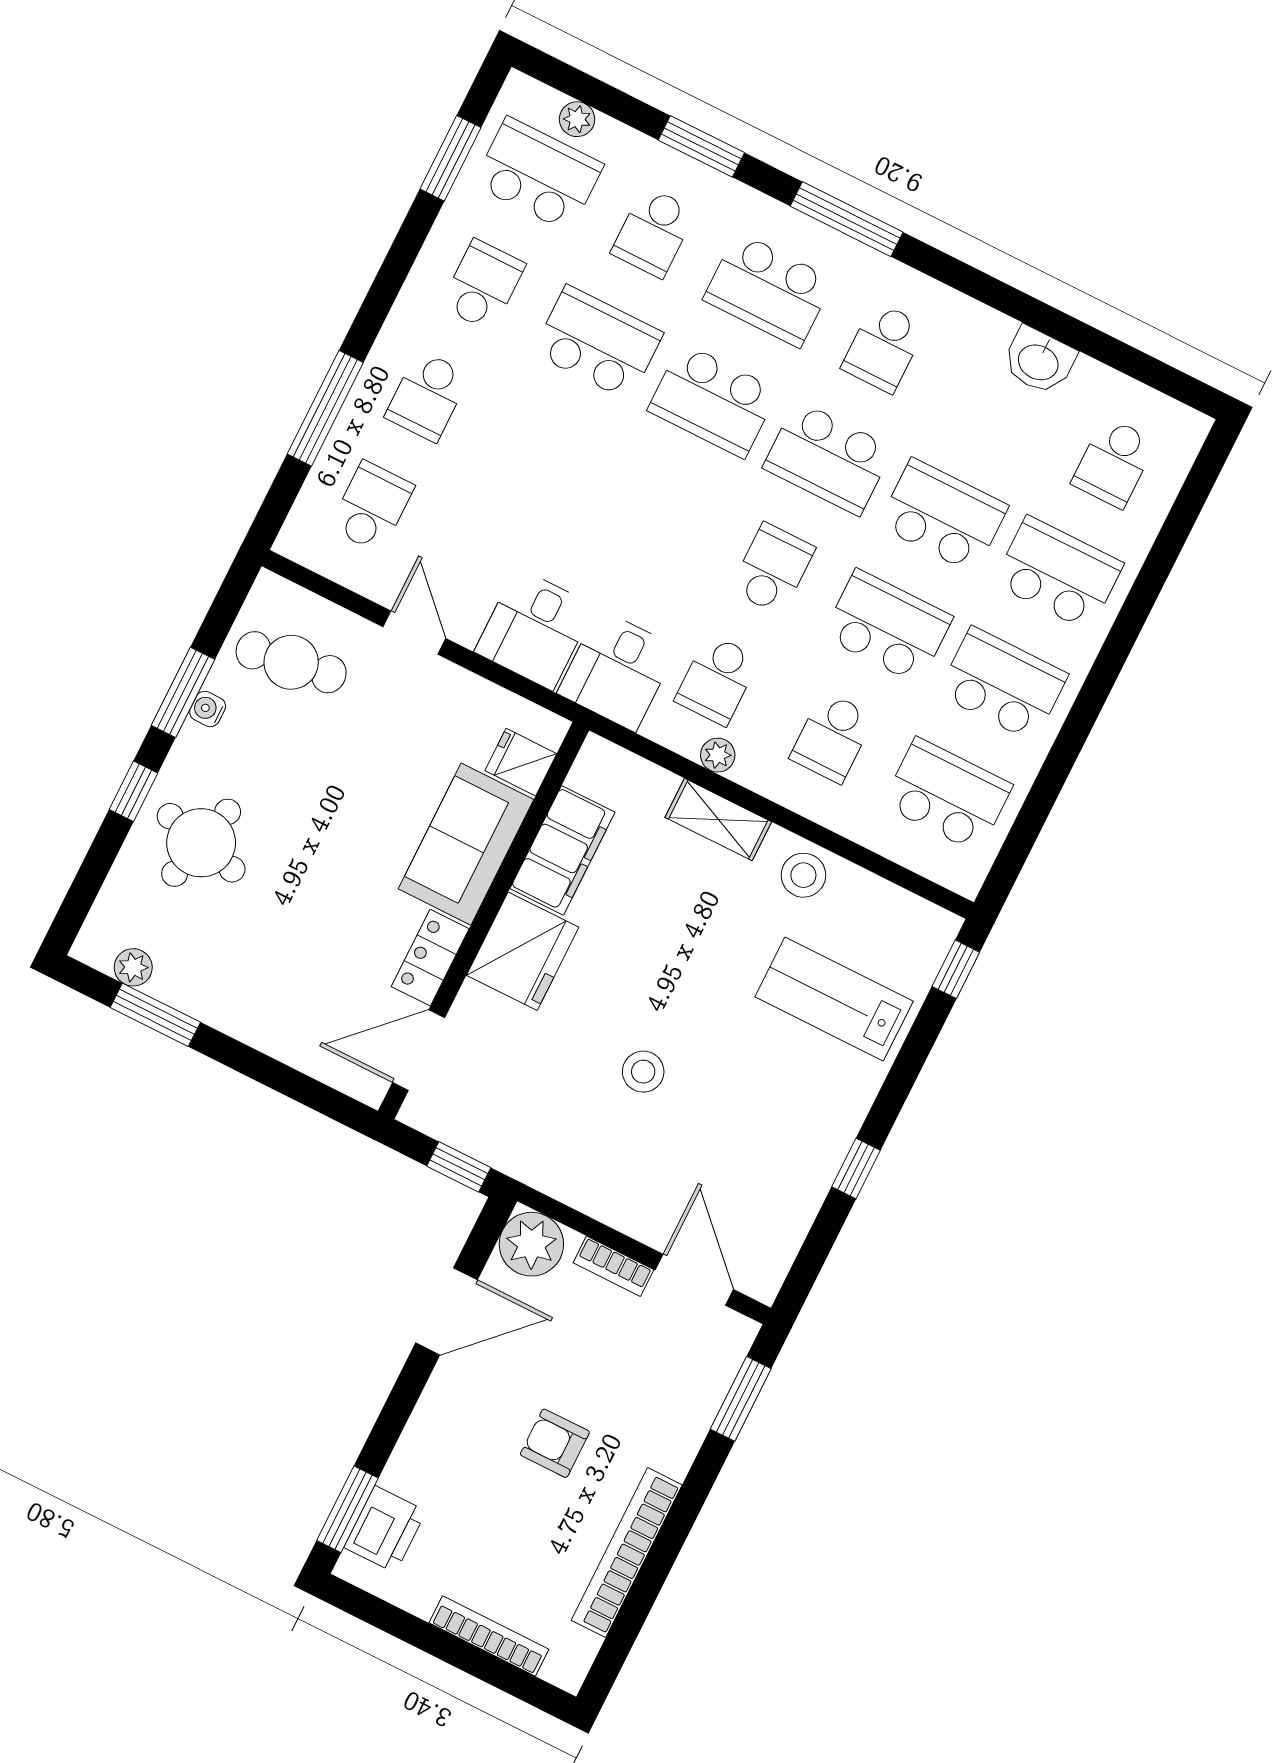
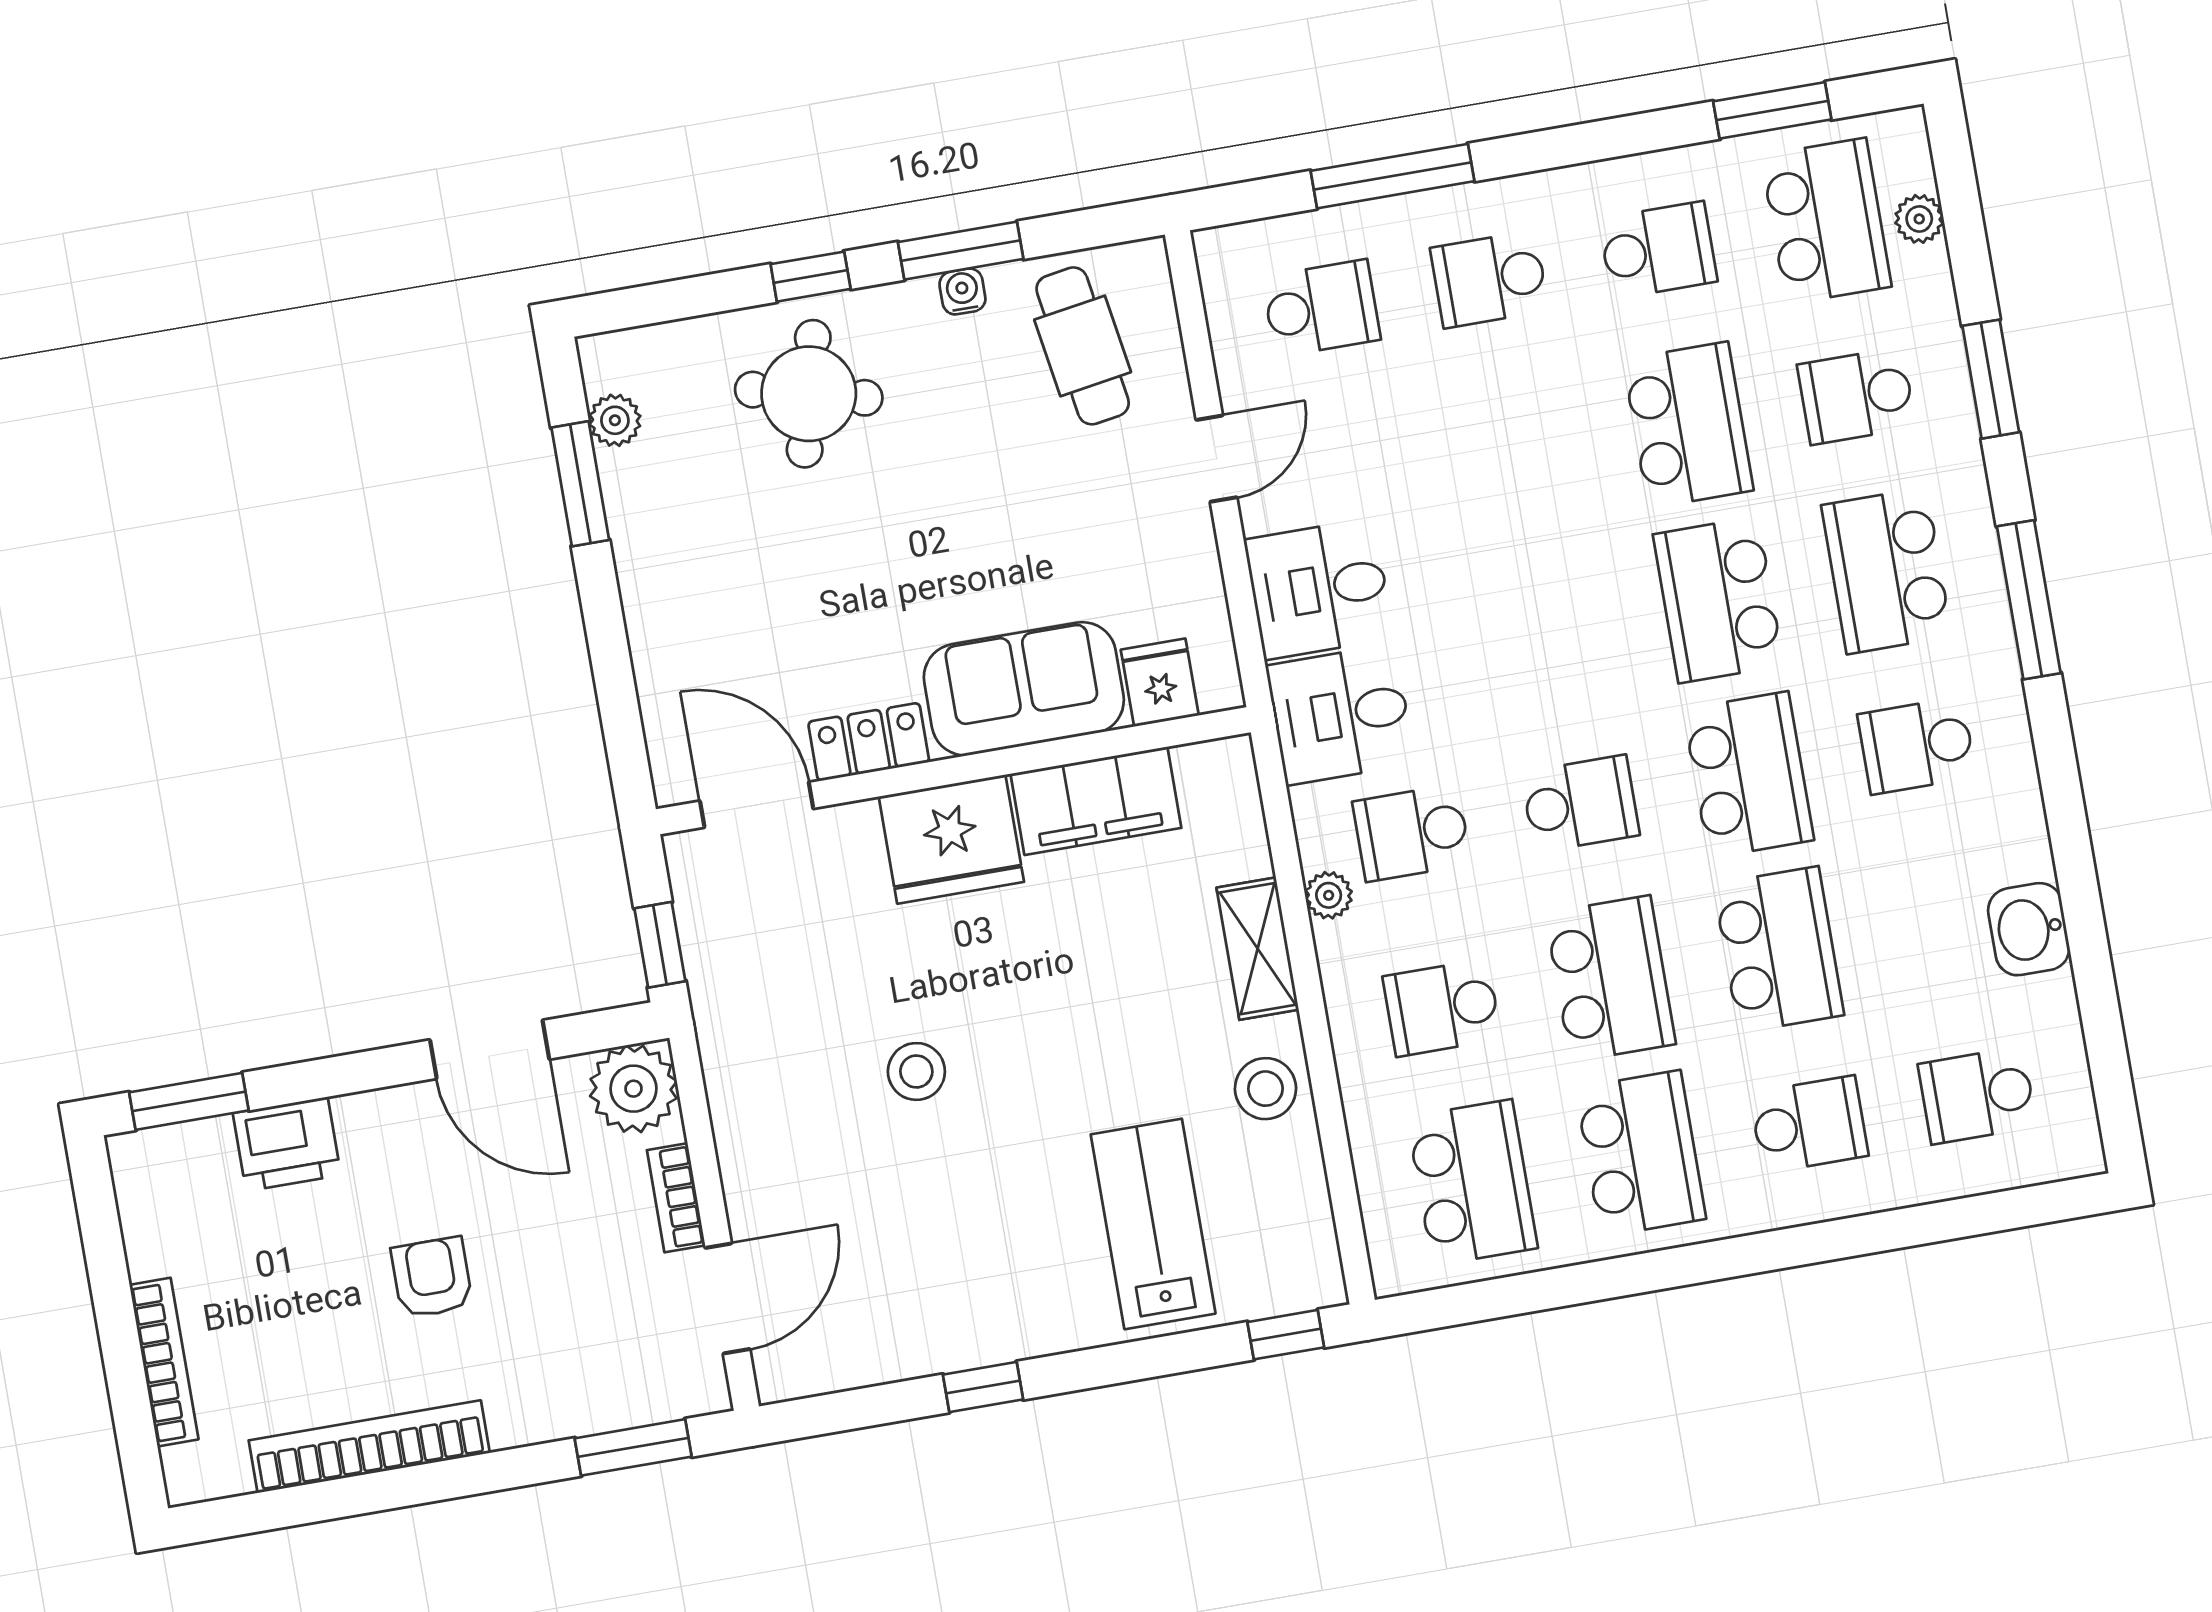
school desk: (828, 458) -> (1749, 775), turned 180
school desk: (1058, 573) -> (1809, 1124), width x0.54
printer: (385, 1529) -> (287, 1144), moved

